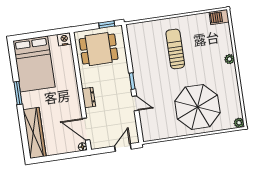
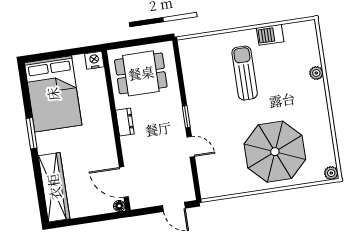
barbecue: (219, 17) -> (270, 35), moved
window: (107, 25) -> (152, 40), removed
plant: (230, 59) -> (316, 73), moved
dresser: (89, 98) -> (125, 122), moved
door: (123, 148) -> (174, 207), swing flipped

